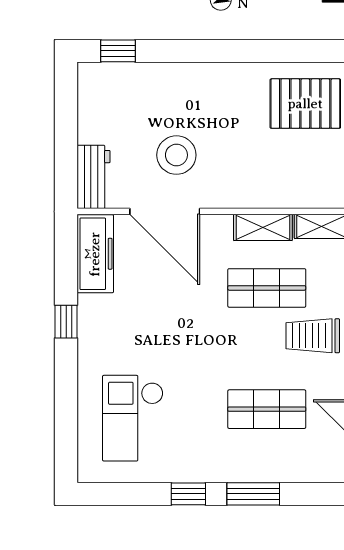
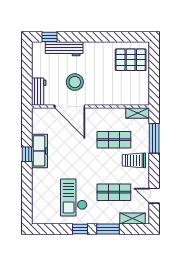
workbench: (152, 78) -> (64, 49), added
shelving: (263, 227) -> (133, 218), moved
freezer: (95, 254) -> (40, 151), moved
checkout: (133, 418) -> (74, 197), moved

